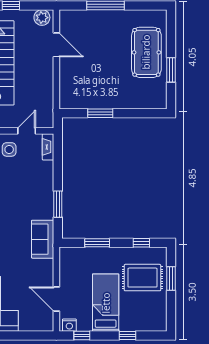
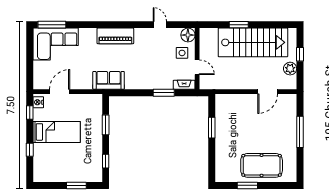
plant: (42, 18) -> (290, 69), moved
window: (58, 204) -> (164, 93), moved
rug: (142, 278) -> (77, 162), removed

